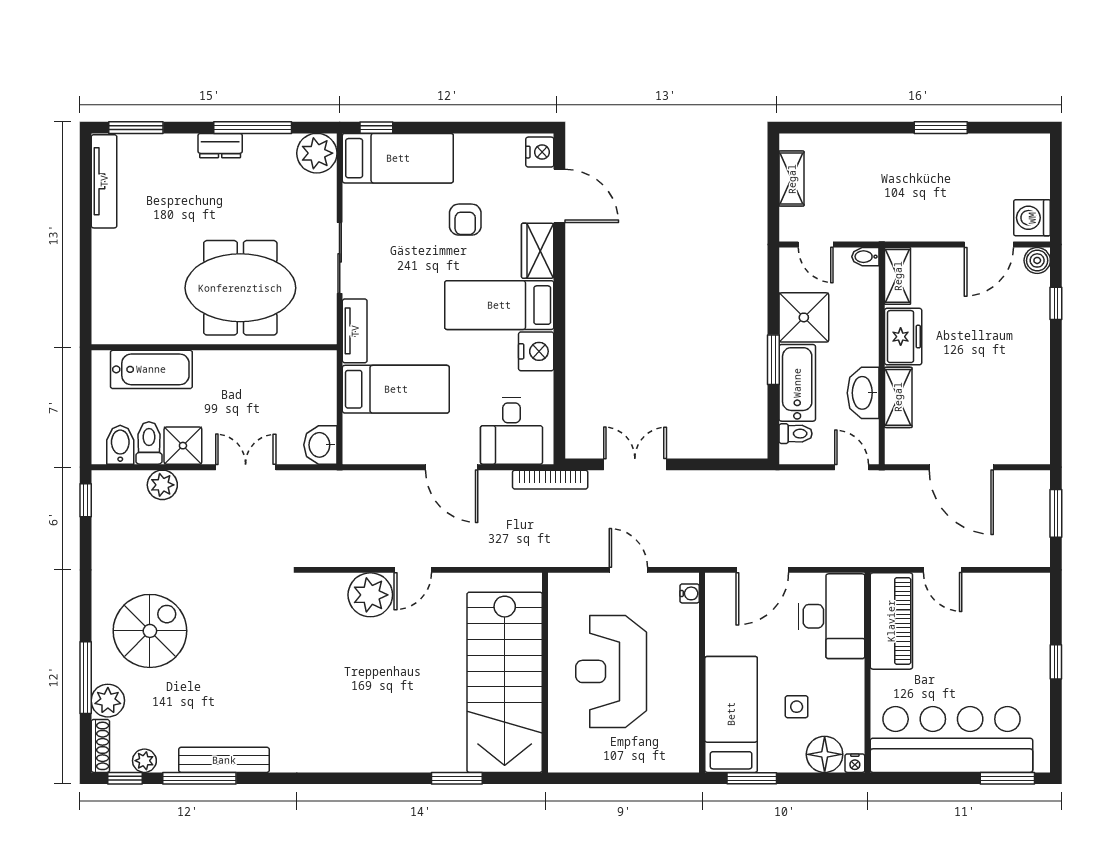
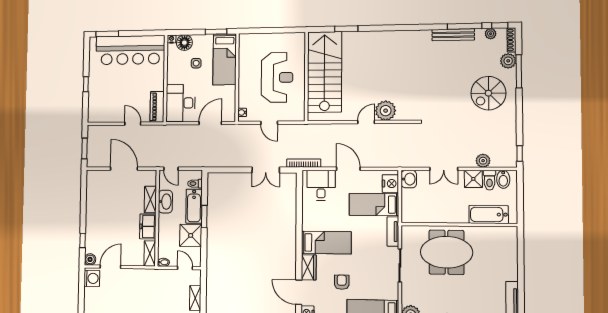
nightstand: (536, 351) -> (390, 184), moved, turned 180
piano: (891, 621) -> (157, 107), width x0.73, depth x0.75

